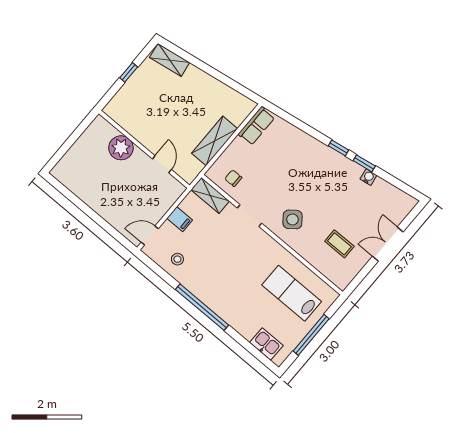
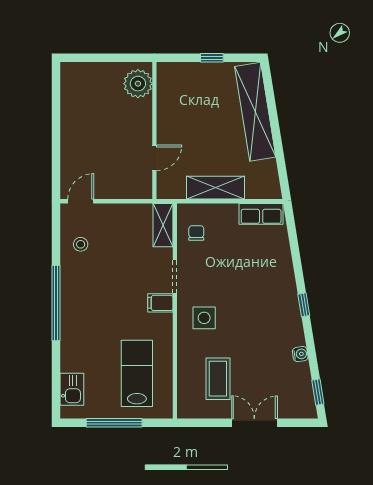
shelving: (170, 60) -> (255, 112), width x2.20, depth x1.33
plant: (121, 148) -> (138, 84), moved
window: (364, 163) -> (318, 392), moved
filing cabinet: (180, 219) -> (160, 303), moved, turned 90
side table: (293, 219) -> (204, 318), turned 38
door: (150, 236) -> (81, 201), hinge flipped
coffee table: (339, 244) -> (218, 379), width x1.36, depth x1.30

